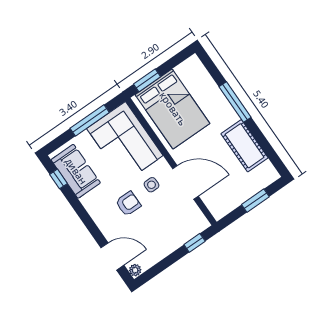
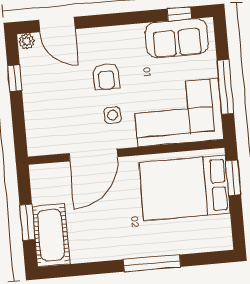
cot: (244, 146) -> (51, 235), moved, turned 90
window: (195, 243) -> (15, 78), moved
door: (112, 256) -> (57, 25), hinge flipped

